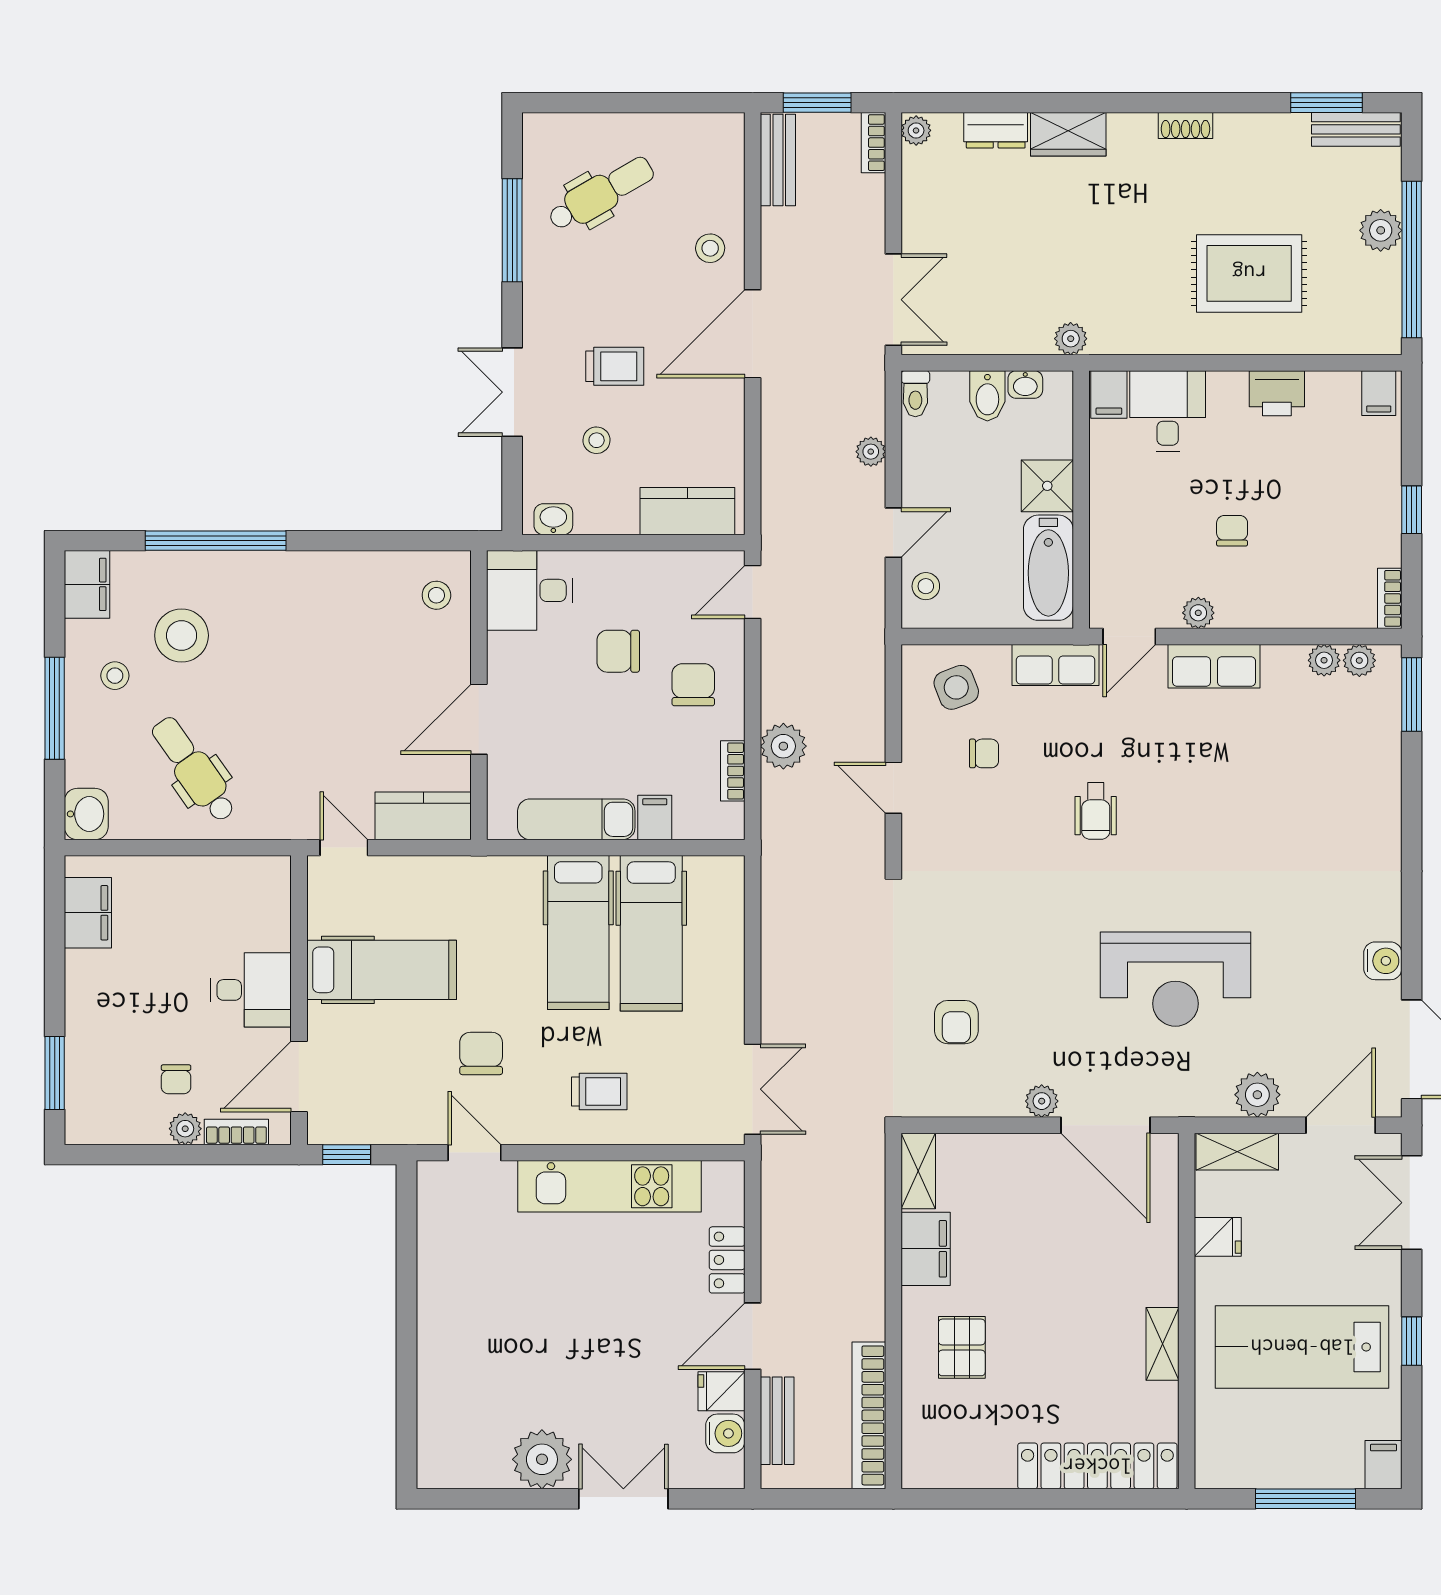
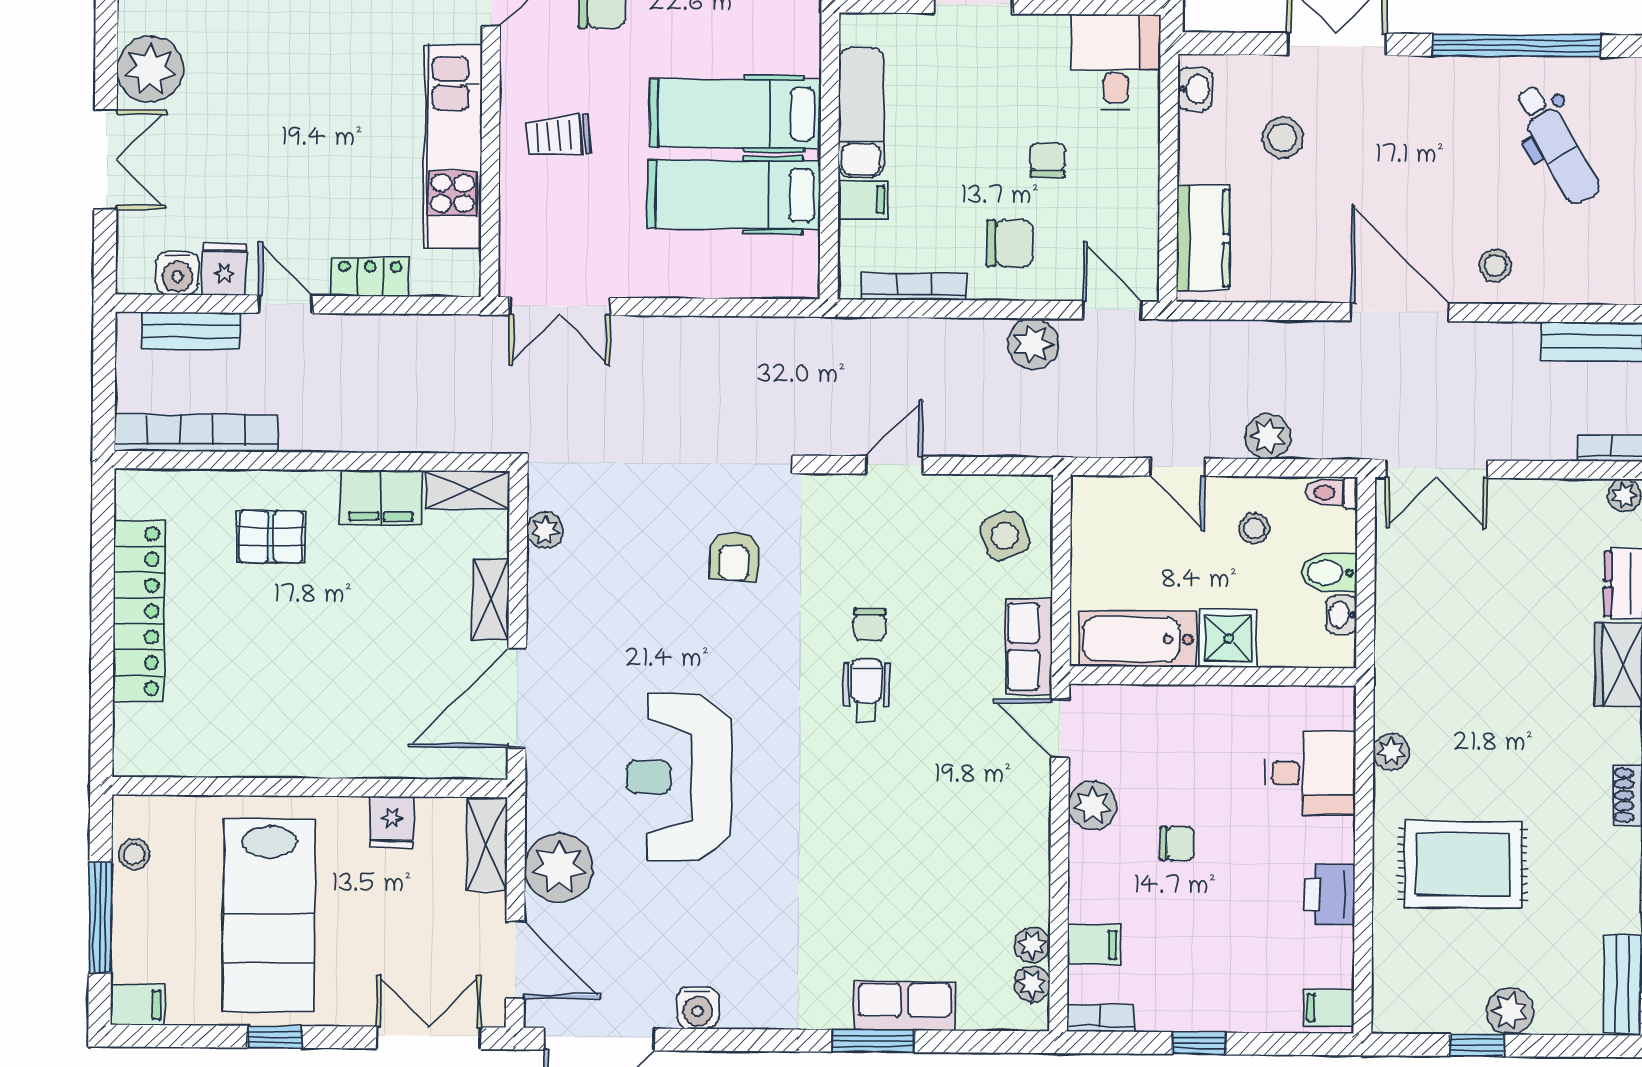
window: (512, 230) -> (1517, 45), width x1.46
window: (1412, 259) -> (1477, 1045), width x0.32
rug: (1249, 273) -> (1463, 864), turned 90
plant: (1071, 339) -> (1391, 752), moved
trolley: (615, 366) -> (1365, 159), removed
filing cabinet: (1109, 394) -> (1094, 945), moved, turned 180
stool: (597, 440) -> (1283, 138), width x1.37, depth x1.37
plant: (871, 452) -> (1268, 436), width x1.38, depth x1.38
stool: (926, 586) -> (1254, 528), moved
plant: (1198, 613) -> (1093, 805), width x1.38, depth x1.38
chair: (618, 651) -> (1048, 160), width x0.73, depth x0.73
row of seats: (1214, 666) -> (905, 1006), moved, turned 90
window: (1412, 695) -> (873, 1041), moved
plant: (783, 746) -> (1033, 344), moved
chair: (984, 753) -> (870, 625), moved
bookcase: (733, 771) -> (914, 287), width x1.56
wheelchair: (1096, 811) -> (866, 690), turned 90
armchair: (956, 1022) -> (734, 556), moved, turned -88
trolley: (599, 1091) -> (559, 136), turned 85
plant: (1257, 1095) -> (559, 867), width x1.36, depth x1.36
plant: (1042, 1101) -> (545, 530), moved
door: (753, 1336) -> (285, 304), width x0.73
shelving: (1162, 1344) -> (491, 599), moved, turned 90
lab bench: (1302, 1347) -> (269, 915), turned 180
locker: (1097, 1466) -> (139, 611), moved
stool: (1248, 1468) -> (134, 854), added

